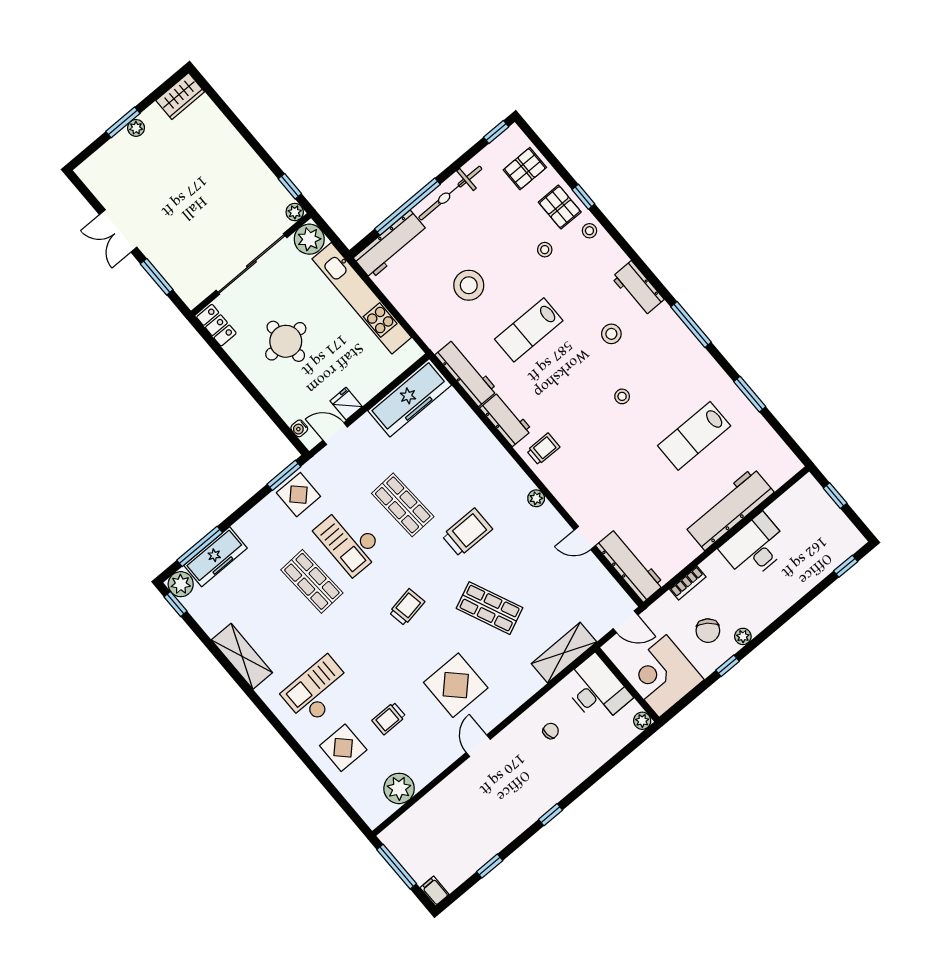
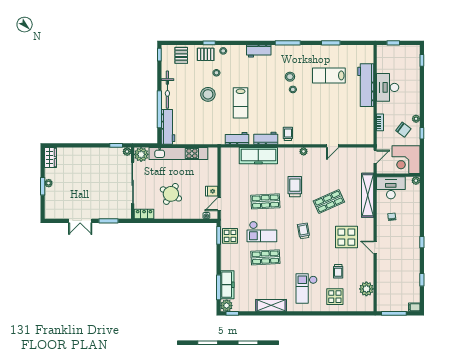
stool: (469, 285) -> (208, 94), moved
stool: (611, 334) -> (290, 77), moved
round table: (286, 341) -> (171, 194), turned 32
workbench: (466, 373) -> (237, 138), width x0.73
freezer: (410, 398) -> (258, 156), moved, turned 90
lab bench: (694, 436) -> (329, 75), turned 90
workbench: (630, 565) -> (356, 138), removed
shelving: (564, 653) -> (368, 195), width x1.47

